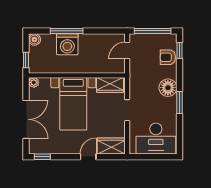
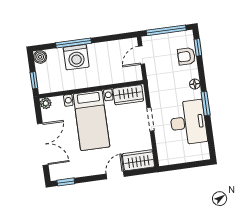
floor lamp: (168, 88) -> (195, 84), width x0.53, depth x0.53
desk: (156, 139) -> (188, 122), moved, turned -90

